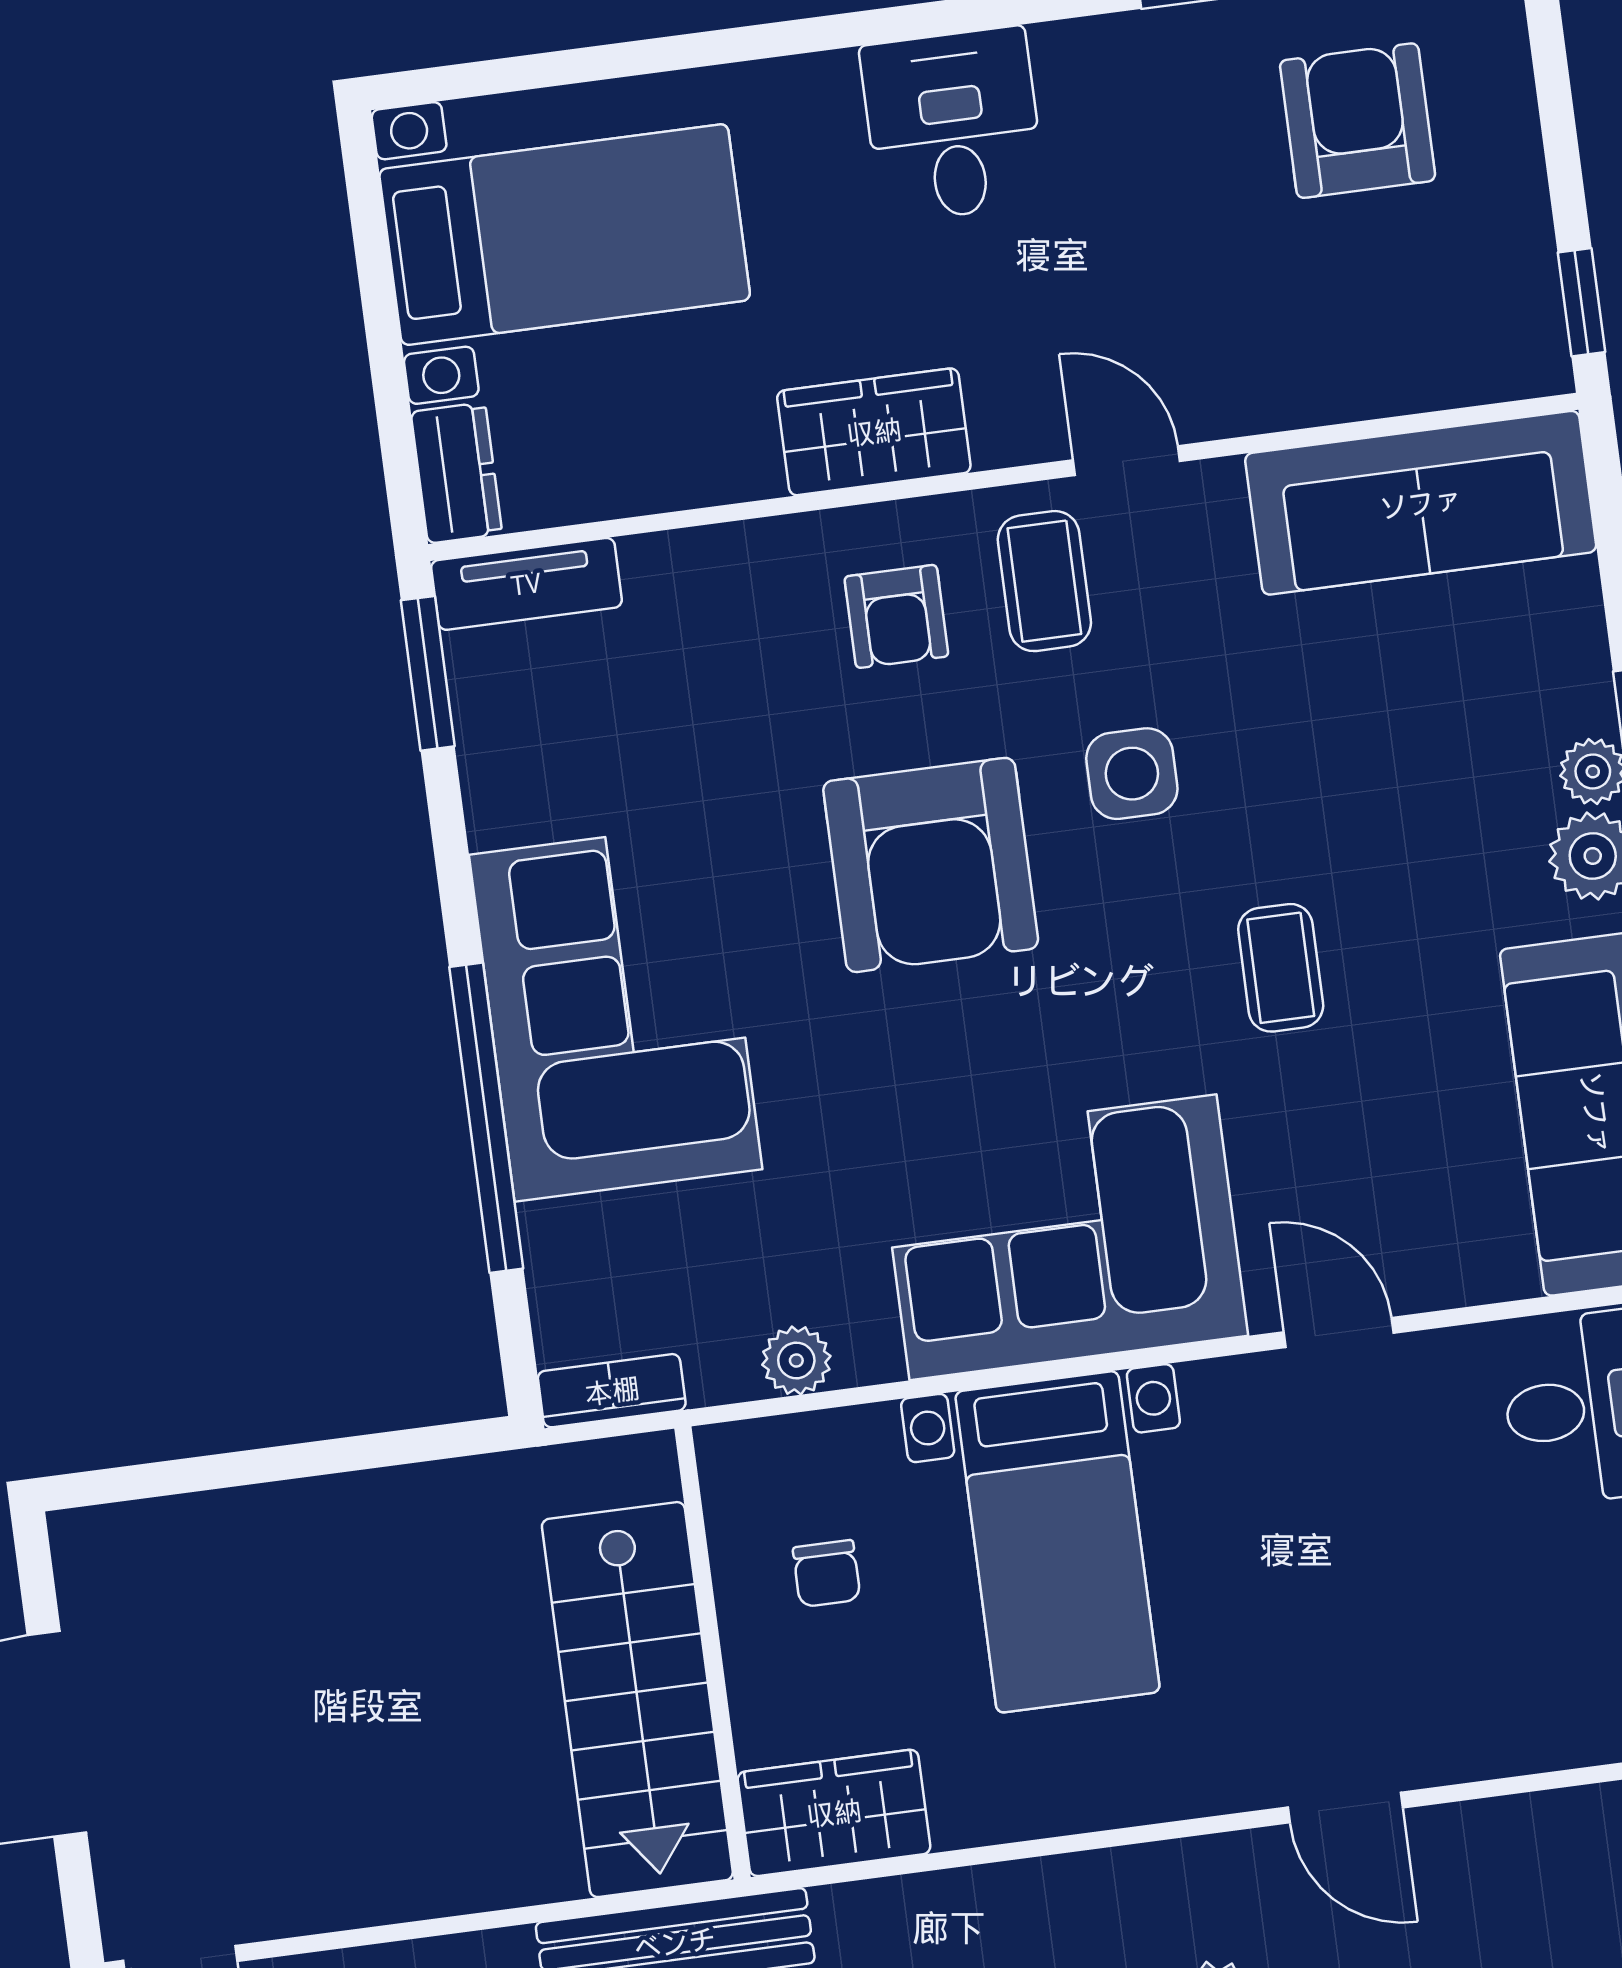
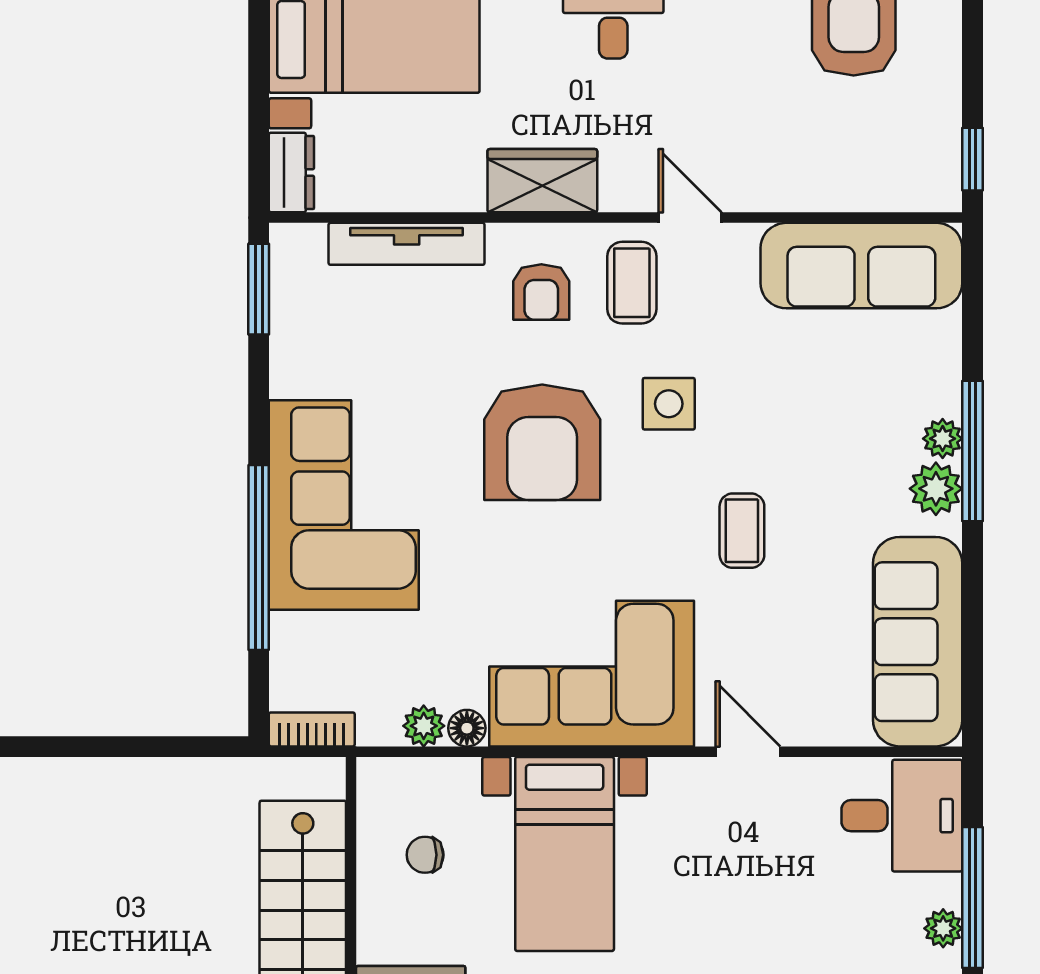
tv unit: (526, 584) -> (407, 244), moved, width x1.41
floor lamp: (868, 1355) -> (467, 728), added
chair: (827, 1574) -> (425, 855), turned 90

